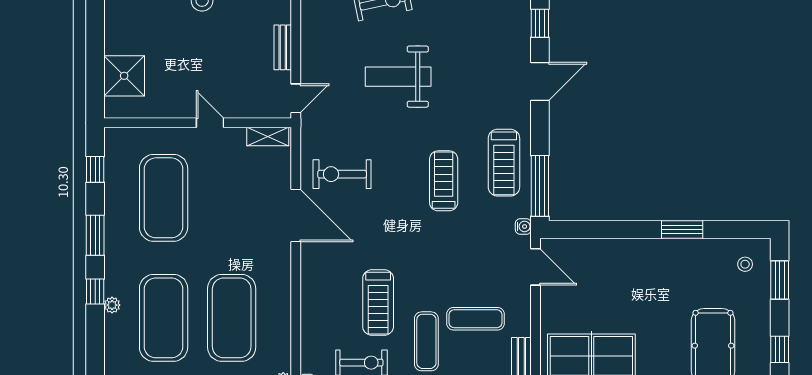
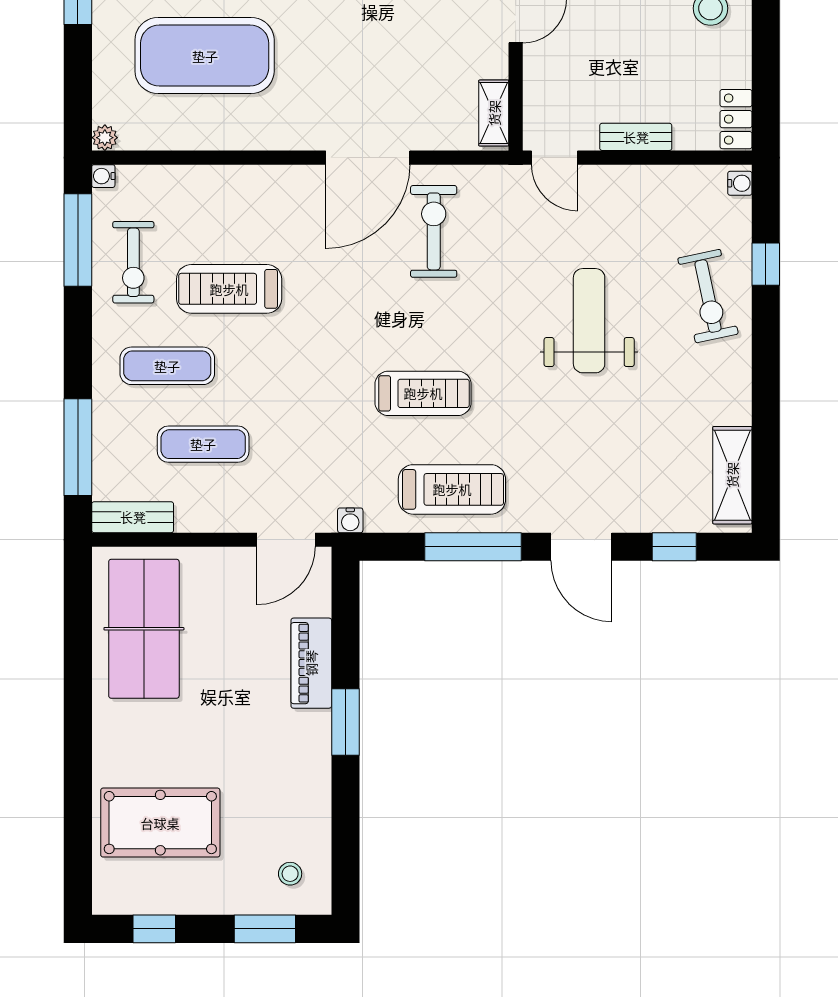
treadmill: (504, 163) -> (452, 489), turned 180
window: (540, 186) -> (473, 547), moved
window: (682, 230) -> (345, 722), moved
piano: (613, 251) -> (311, 663), added
exercise mat: (476, 319) -> (203, 444), turned 90

